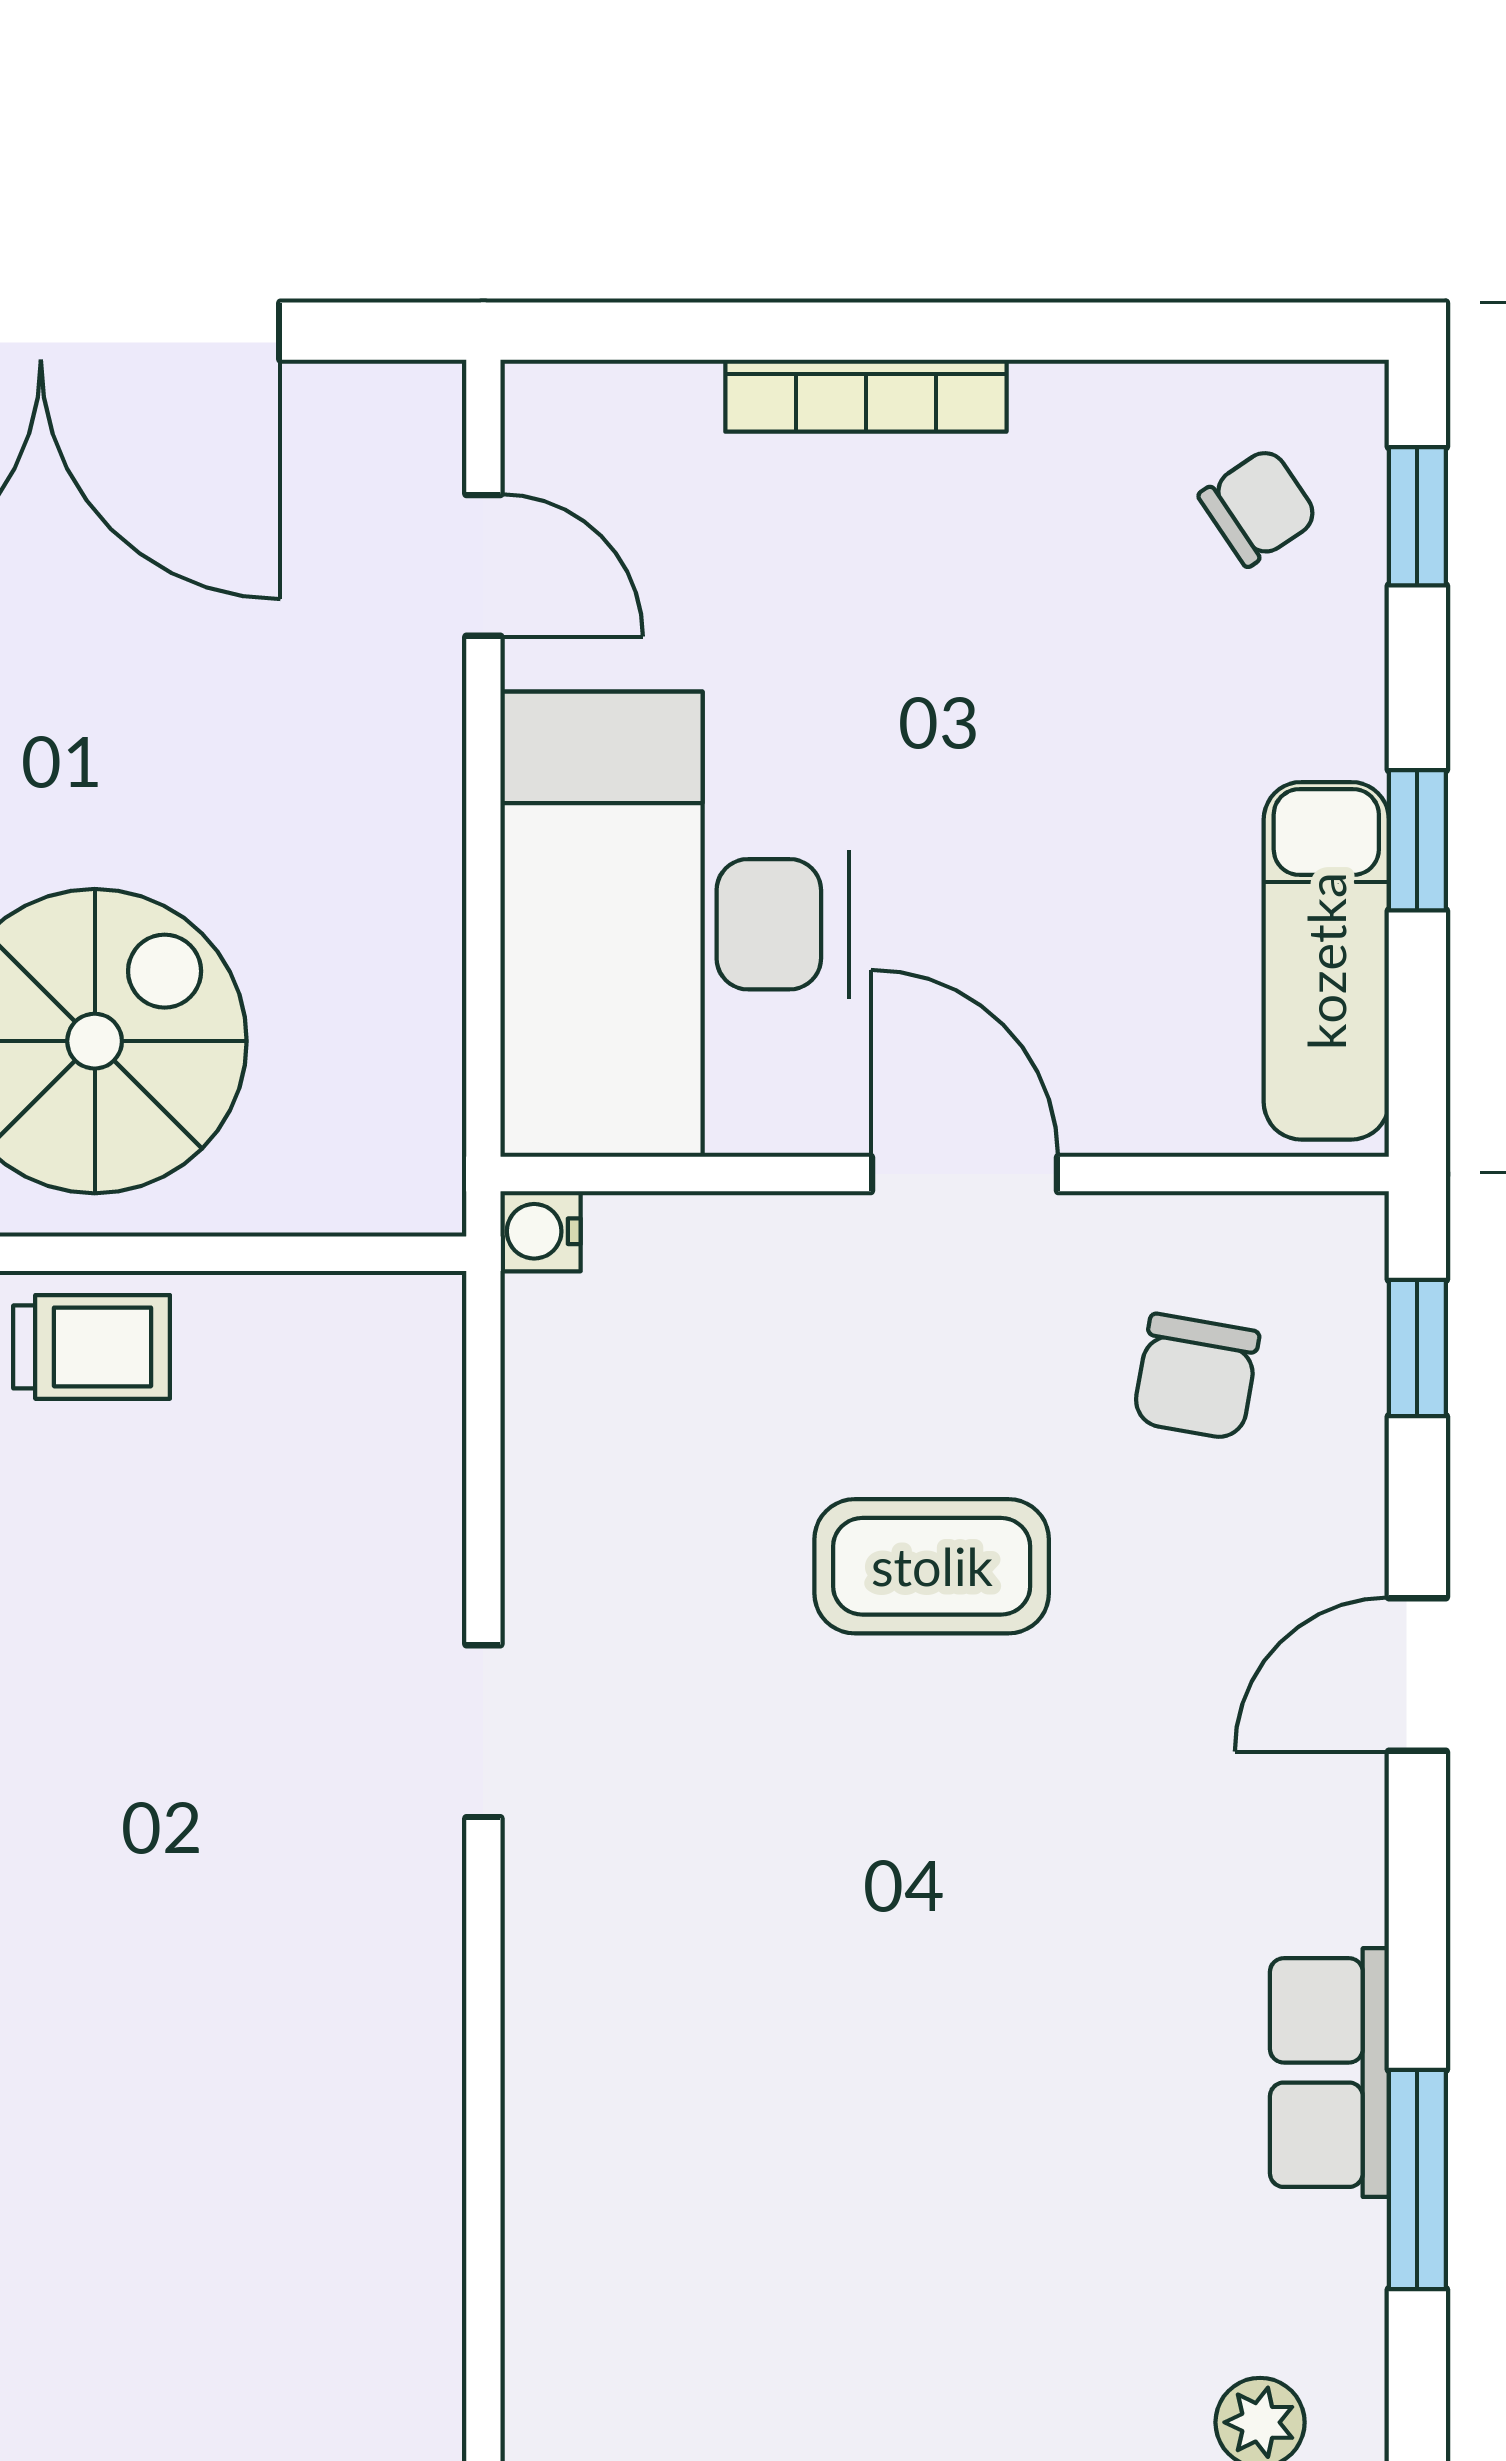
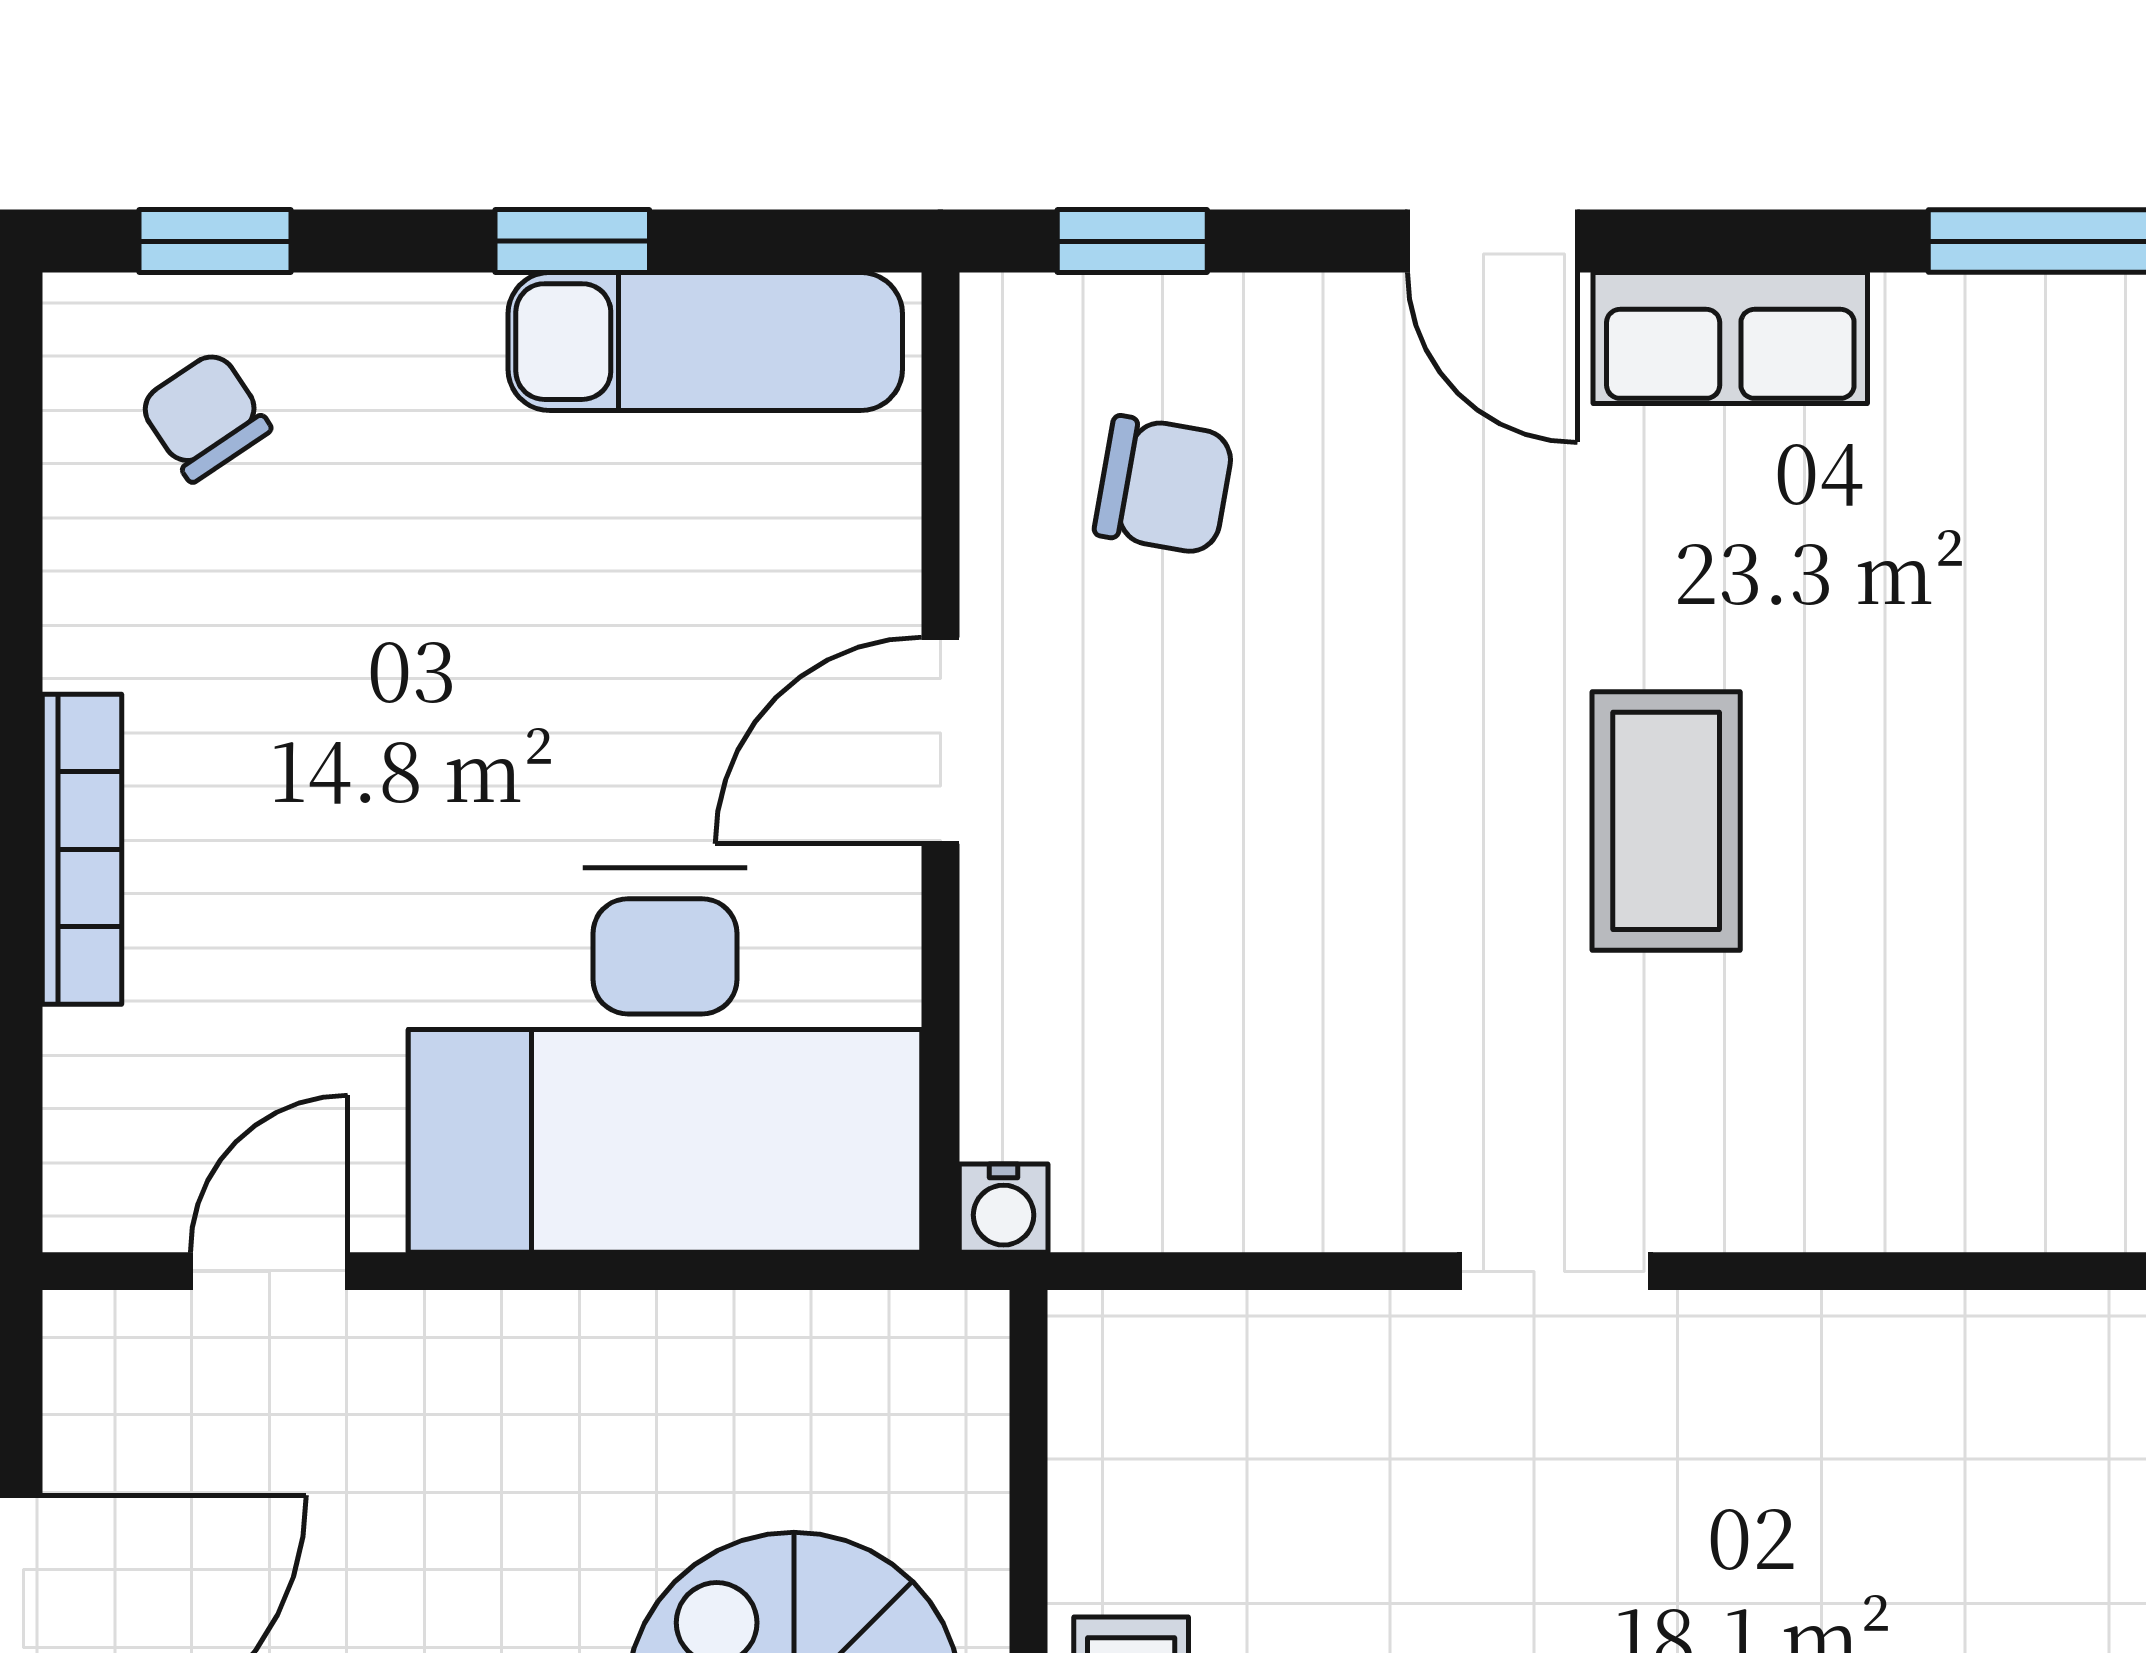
coffee table: (932, 1566) -> (1666, 821), moved
row of seats: (1329, 2073) -> (1730, 338), moved

